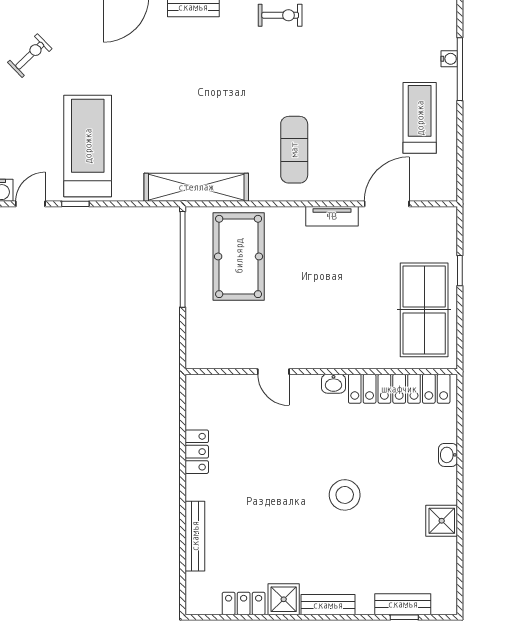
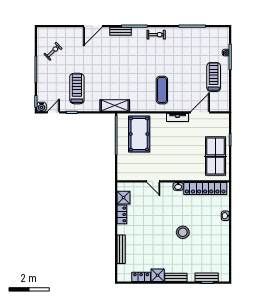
treadmill: (88, 146) -> (77, 88), width x0.73, depth x0.73
shelving: (196, 187) -> (115, 105), width x0.68
shower: (442, 521) -> (123, 198), moved

